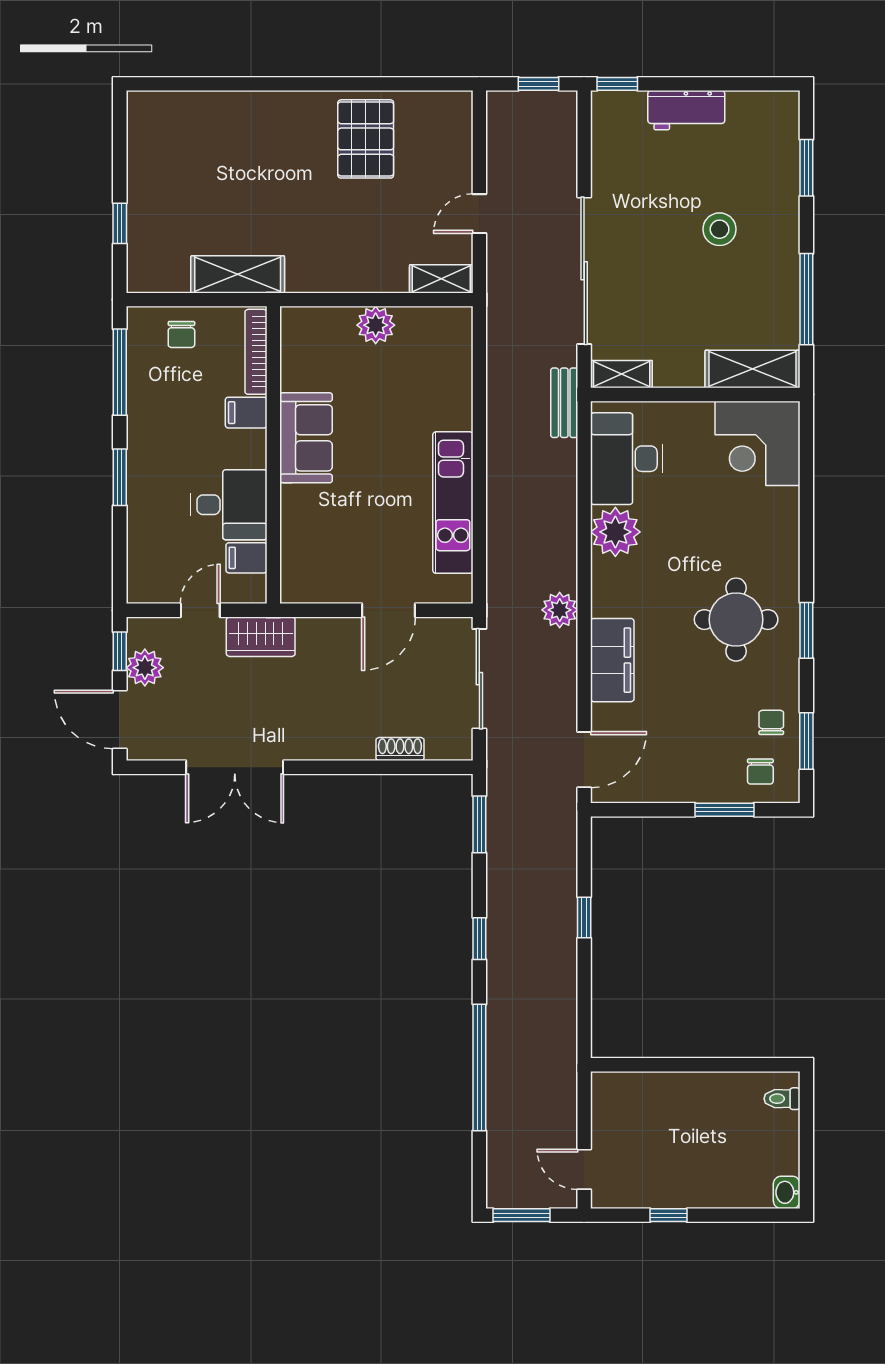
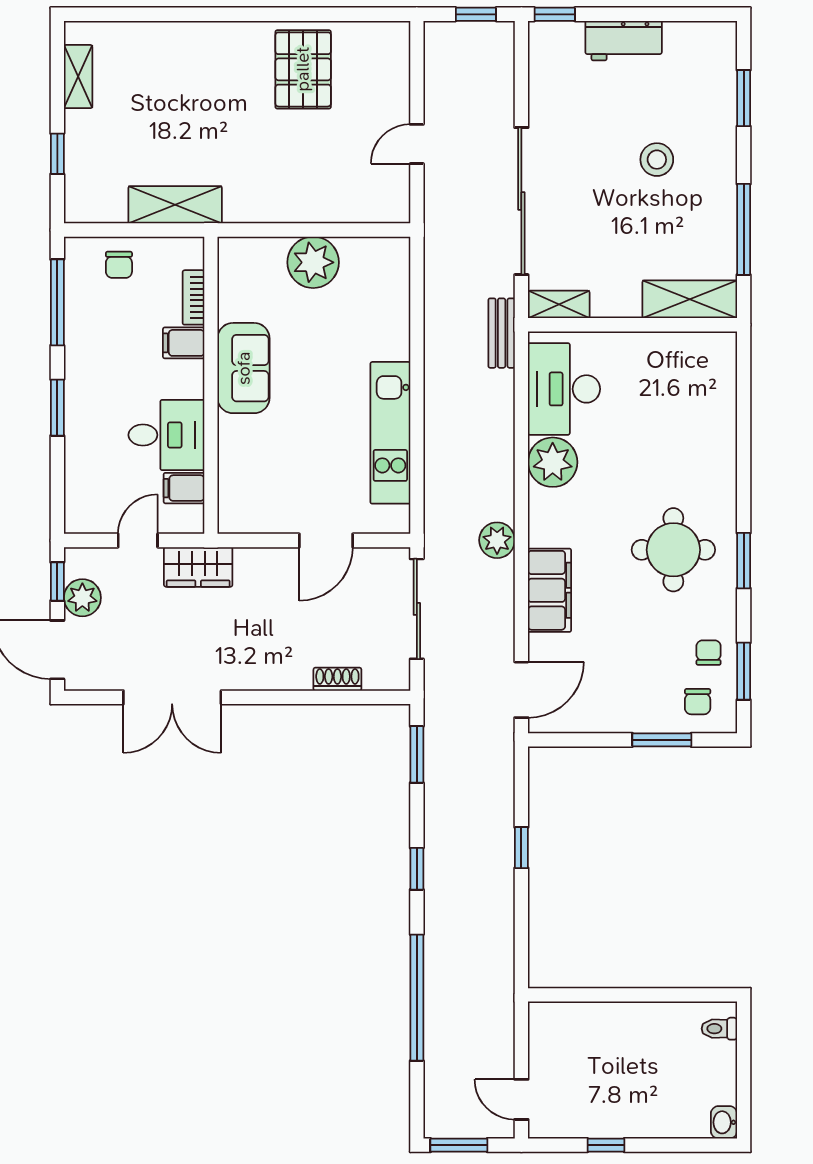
shelving: (441, 279) -> (78, 77), moved, turned 90
plant: (376, 325) -> (313, 262), width x1.36, depth x1.36
bookcase: (256, 352) -> (193, 297), width x0.64
corner desk: (757, 443) -> (695, 374), removed

